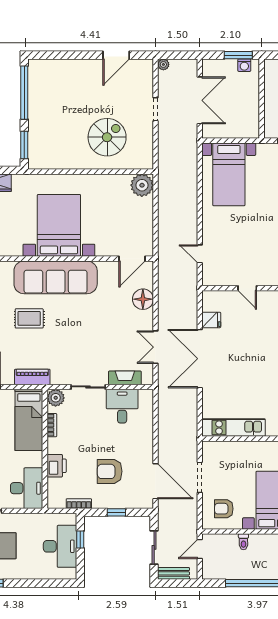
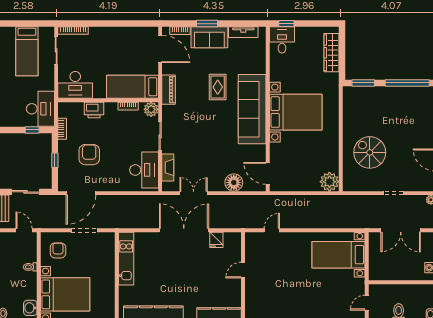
spiral stairs: (107, 137) -> (370, 152), turned 180
desk: (122, 406) -> (144, 170), width x1.37
desk: (60, 546) -> (40, 109), moved, turned -90

